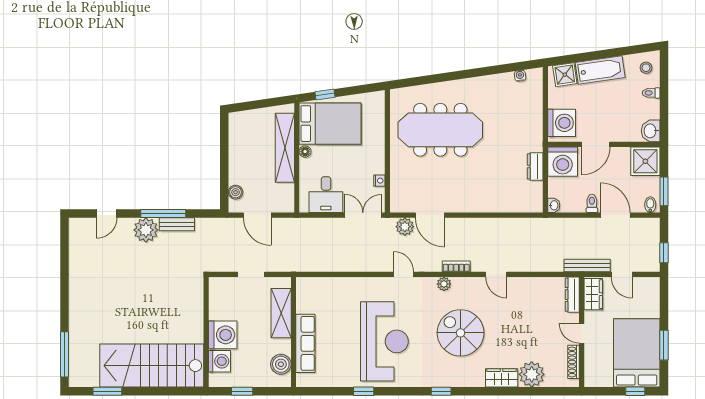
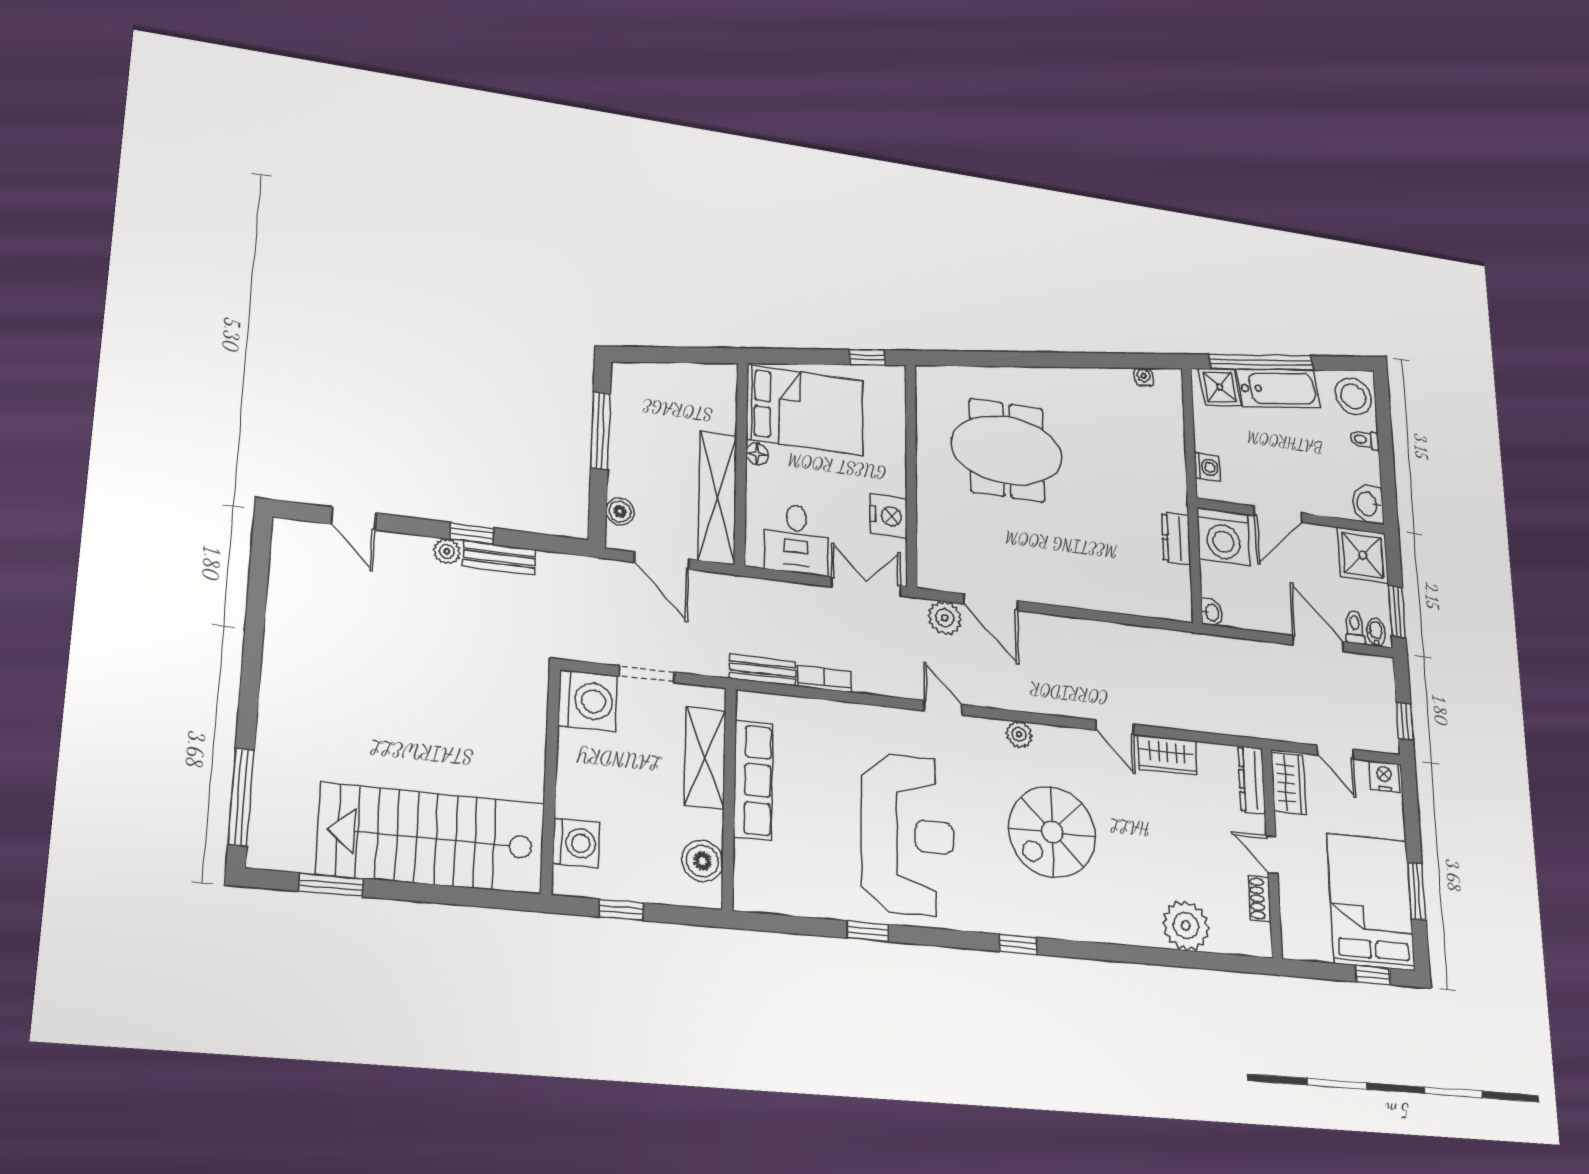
window: (591, 56) -> (1261, 362), added
stool: (646, 68) -> (1353, 396), width x1.89, depth x1.89
window: (325, 95) -> (868, 357), moved
washing machine: (562, 123) -> (1207, 467), width x0.53, depth x0.53
meeting table: (440, 130) -> (1007, 450), width x0.73
shelving: (285, 148) -> (717, 498), moved
window: (224, 151) -> (600, 431), added
nightstand: (379, 181) -> (889, 516), width x1.89, depth x1.79
toilet: (592, 203) -> (1355, 627), moved
door: (107, 213) -> (354, 519), hinge flipped
window: (163, 213) -> (472, 534), width x0.46
plant: (146, 230) -> (447, 551), width x0.53, depth x0.53
bookcase: (456, 266) -> (825, 679), moved
bench: (587, 266) -> (763, 670), moved, width x0.73
nightstand: (649, 285) -> (1384, 776), added
spiral stairs: (461, 333) -> (1052, 832), turned -90
washing machine: (223, 335) -> (588, 701), moved
row of seats: (305, 343) -> (753, 780), moved
shoe rack: (573, 362) -> (1260, 899), width x0.70
wardrobe: (502, 378) -> (1167, 755), moved, turned 180

